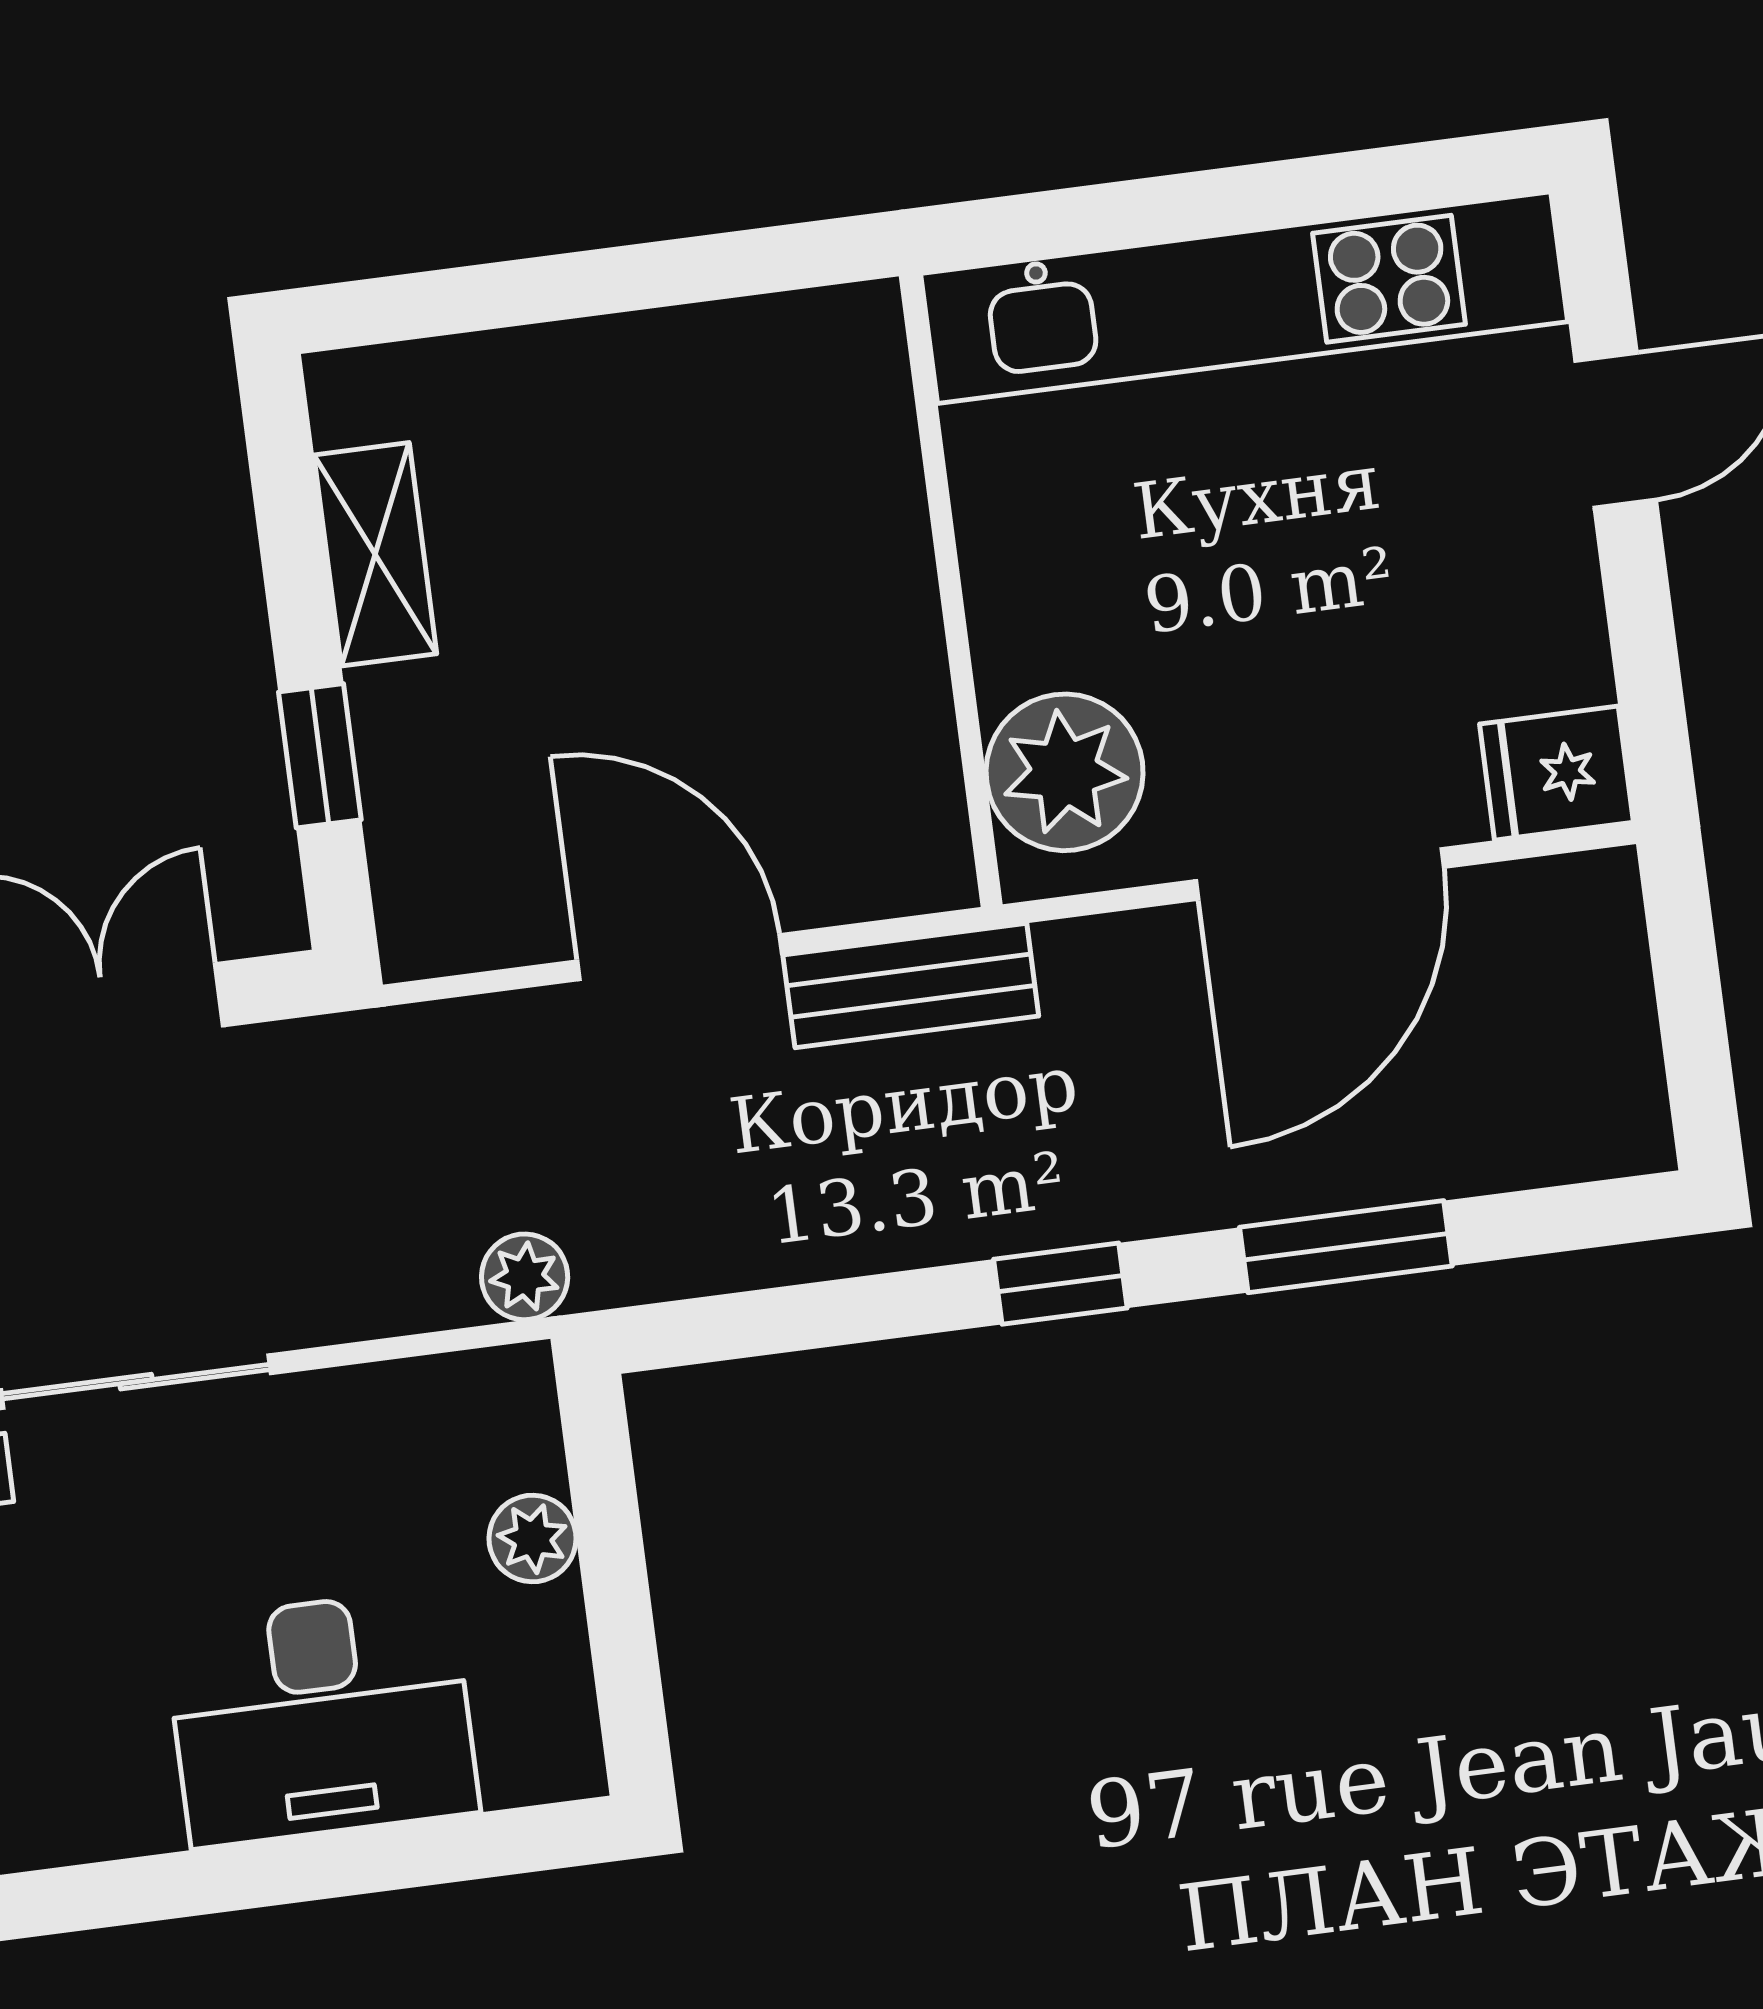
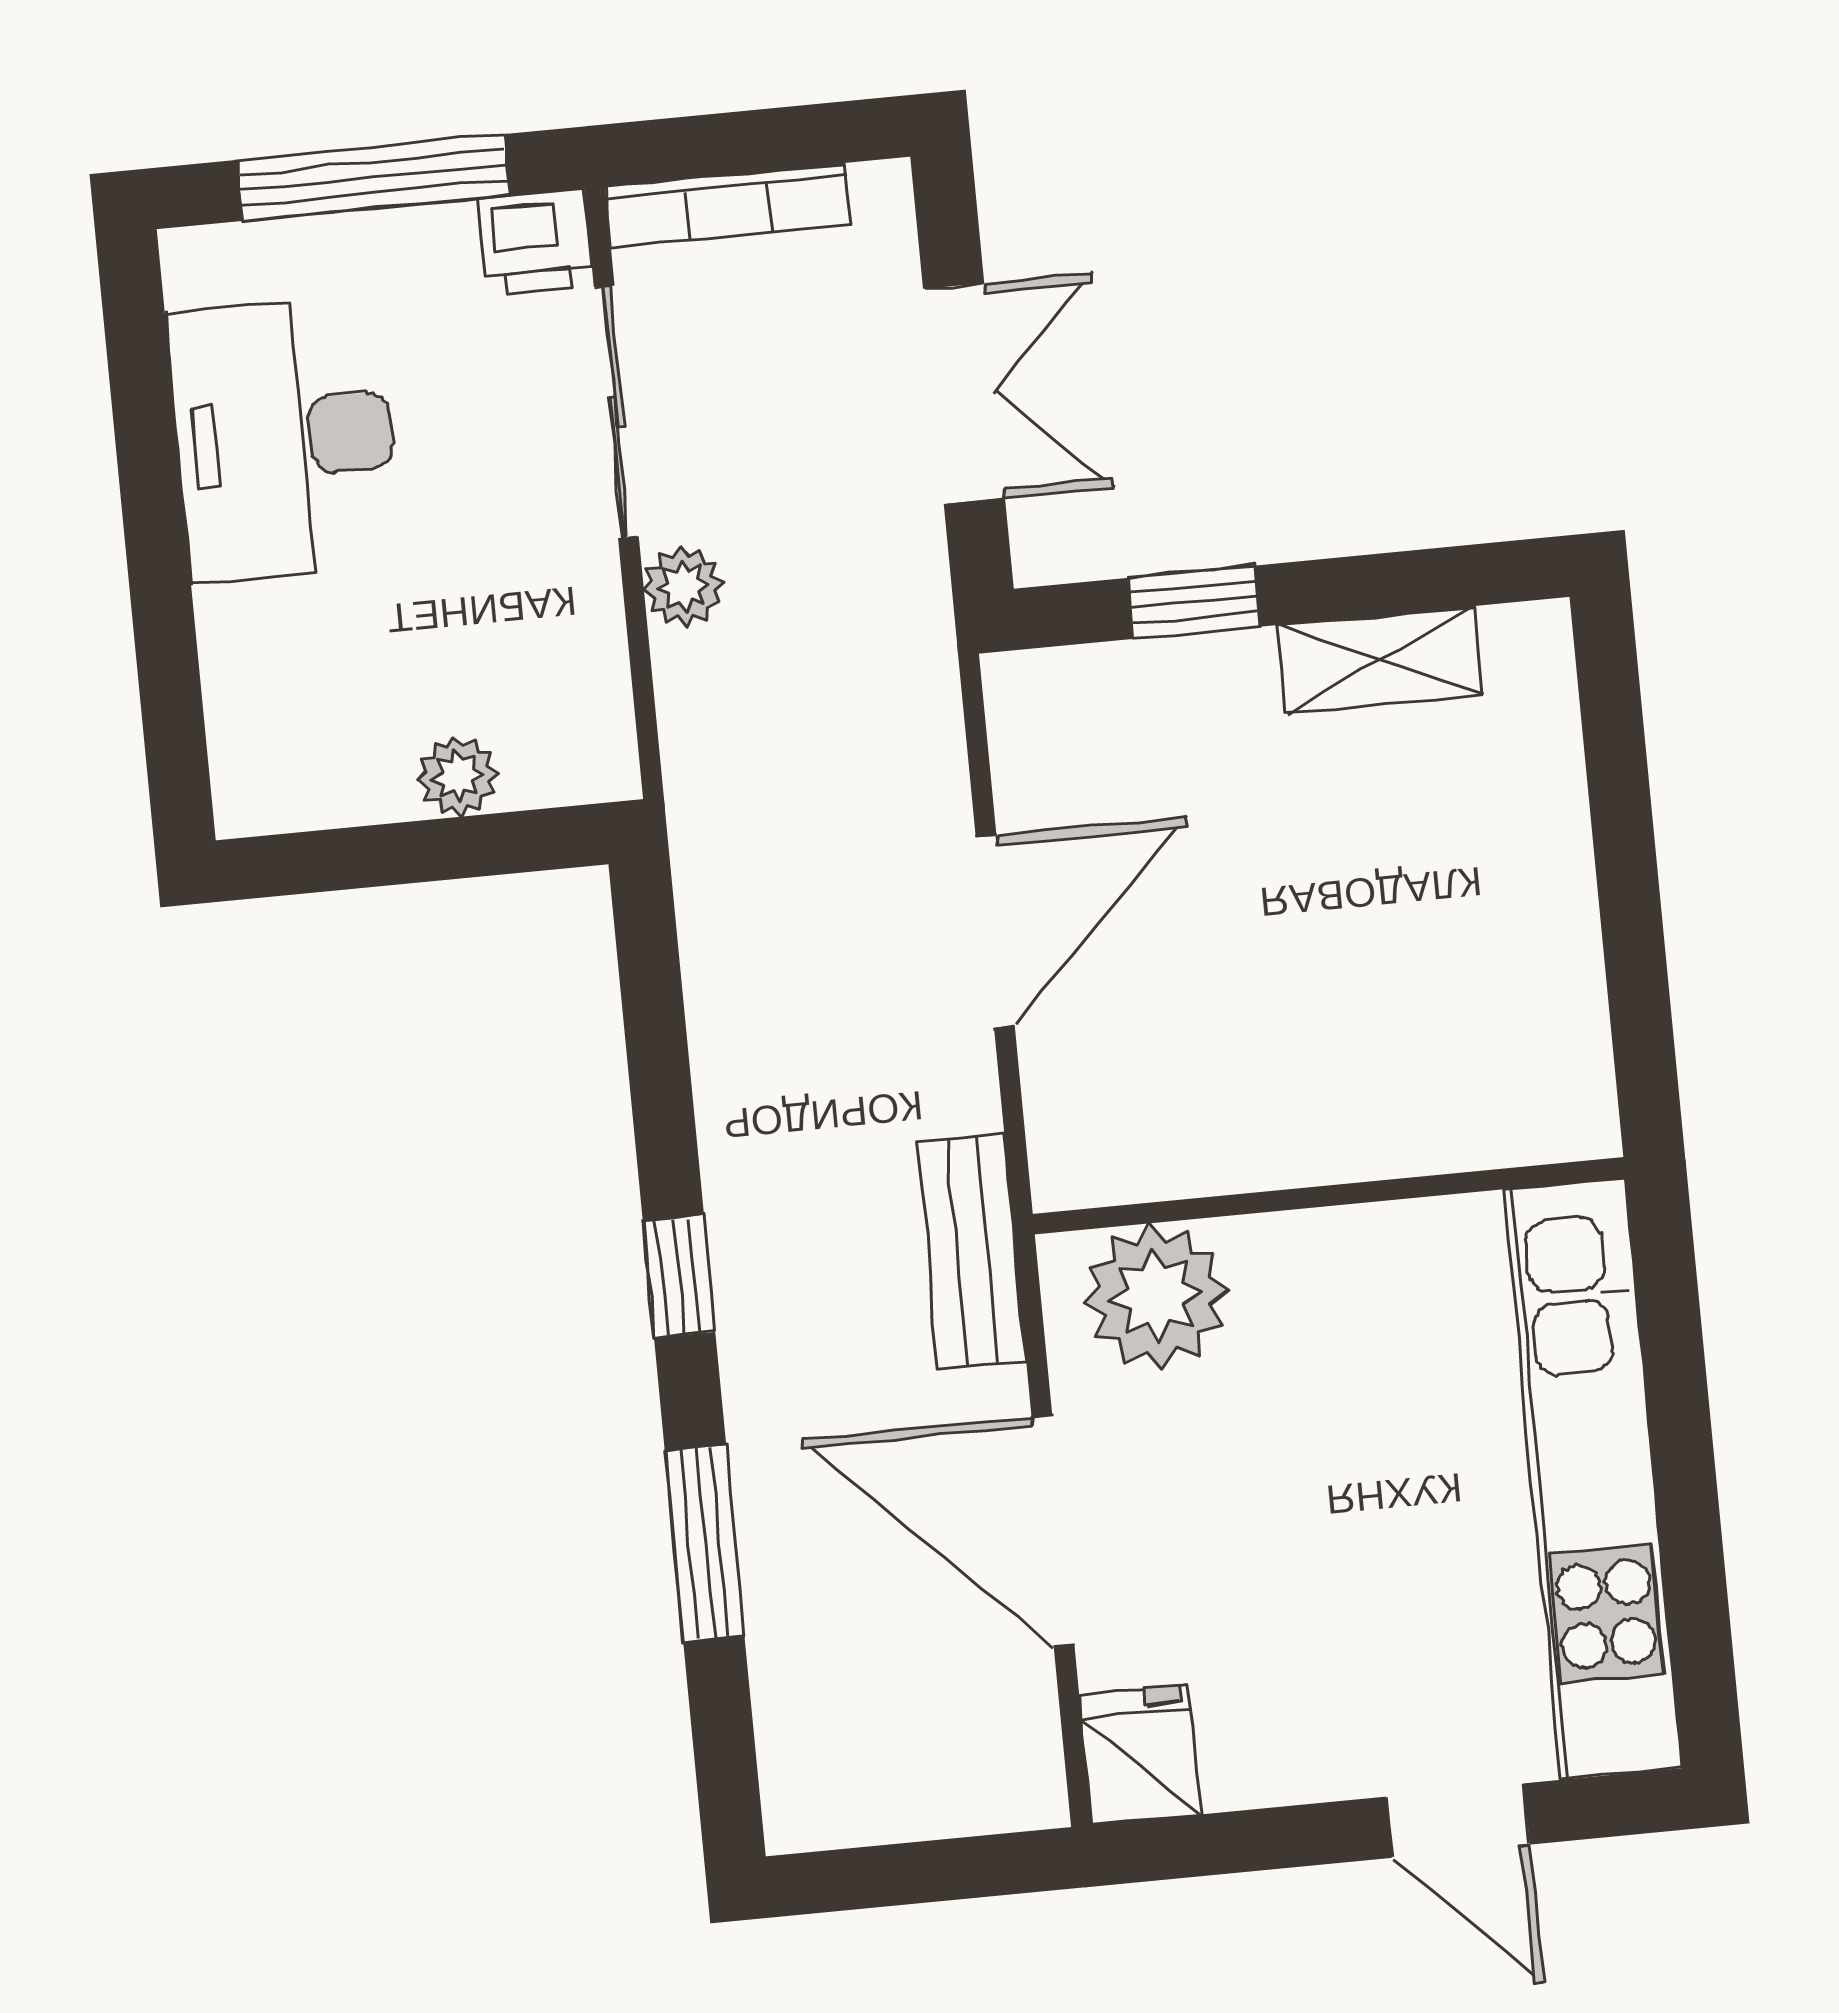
bench: (911, 985) -> (972, 1251), moved
plant: (525, 1277) -> (684, 587), moved
desk: (321, 1717) -> (284, 439), moved

